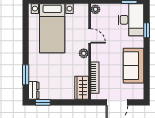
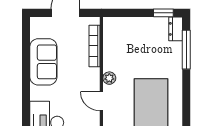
window: (147, 30) -> (26, 109), removed
window: (26, 75) -> (186, 50), width x1.44
wardrobe: (82, 88) -> (112, 32), removed

